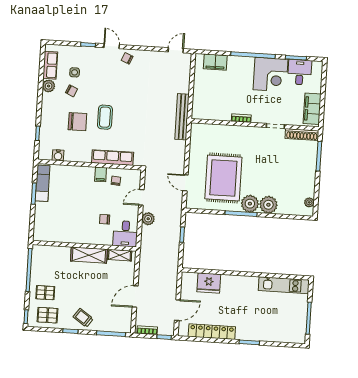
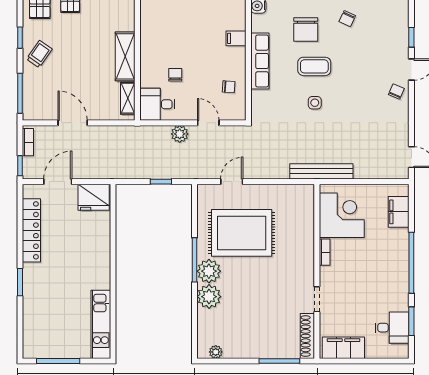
side table: (75, 72) -> (315, 103), moved
corner desk: (271, 74) -> (342, 215), moved, turned 180
row of seats: (113, 158) -> (260, 61), moved
filing cabinet: (101, 174) -> (236, 38), moved
fridge: (209, 283) -> (94, 197), moved, turned -90
door: (177, 310) -> (58, 182), swing flipped

